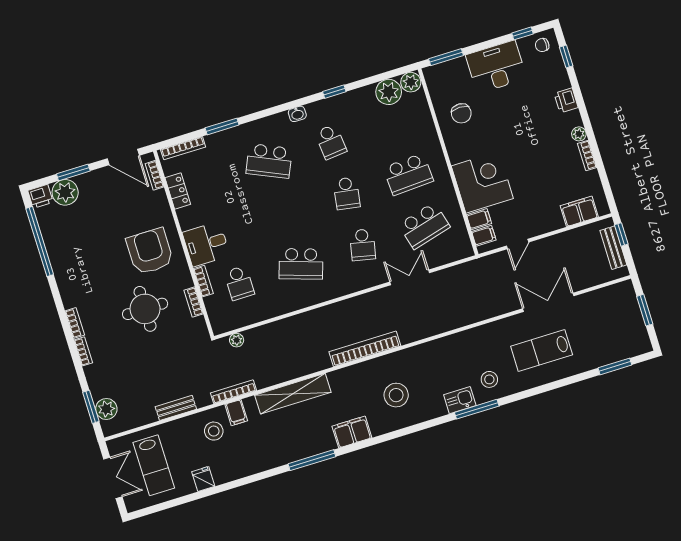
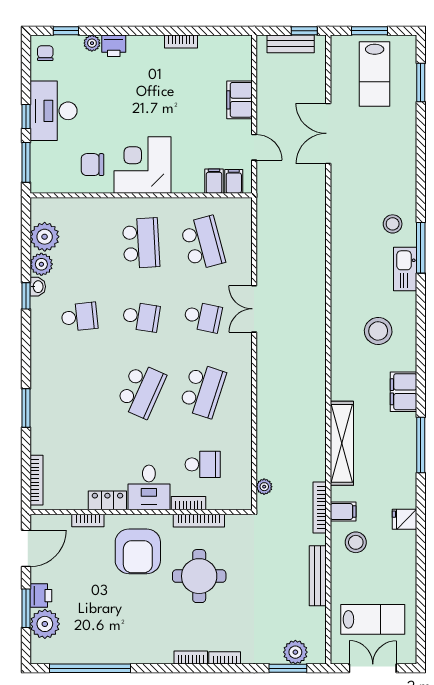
window: (522, 33) -> (26, 117), moved
chair: (542, 45) -> (45, 53), turned 180
plant: (411, 82) -> (41, 264), moved
chair: (461, 113) -> (92, 165), turned 180
washbasin: (297, 114) -> (38, 287), moved
window: (222, 126) -> (26, 408), moved
plant: (579, 134) -> (92, 43), moved
school desk: (269, 161) -> (141, 391), moved
bookcase: (155, 175) -> (88, 521), moved
corner desk: (482, 182) -> (142, 165), moved
locker: (178, 191) -> (107, 500), moved
printer: (40, 196) -> (41, 596), moved
filing cabinet: (579, 211) -> (239, 100), moved
window: (621, 234) -> (304, 31), moved
armchair: (150, 251) -> (138, 551), turned -90
double door: (410, 277) -> (254, 309), moved
bookcase: (194, 302) -> (199, 521), width x1.56
bookcase: (365, 349) -> (317, 350), removed
lab bench: (542, 350) -> (375, 74), moved
kitchen sink: (460, 400) -> (405, 269), width x1.38
bench: (176, 408) -> (318, 576), width x1.36
fridge: (203, 479) -> (405, 519), moved

